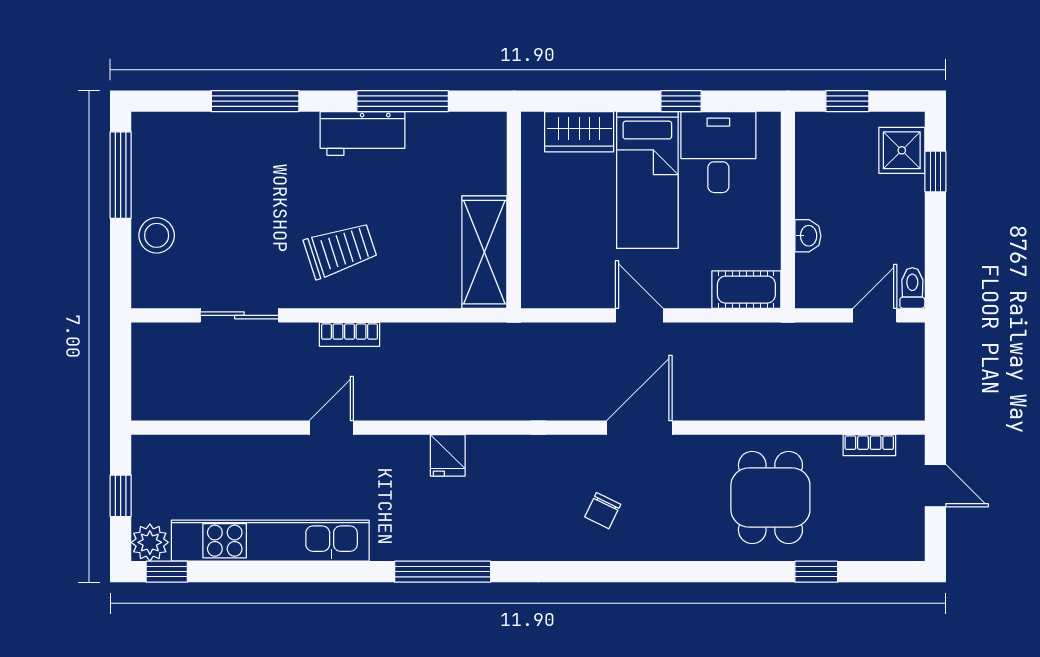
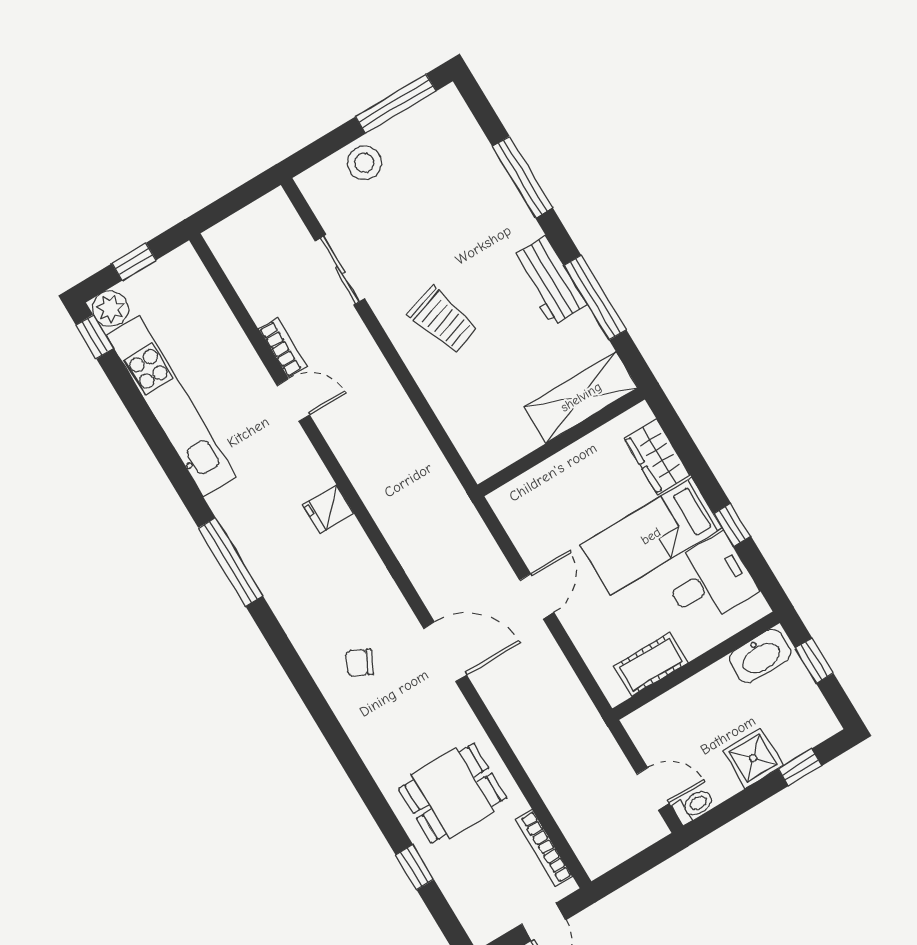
shower: (902, 150) -> (753, 758), moved
washbasin: (808, 236) -> (760, 656), moved, width x1.91, depth x1.45
shelving: (484, 252) -> (581, 397), moved
cot: (746, 290) -> (651, 664), moved, turned 90
bookcase: (349, 334) -> (283, 348), moved, turned 180
bookcase: (869, 445) -> (544, 848), width x1.56

